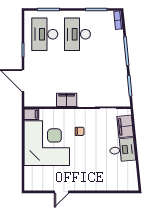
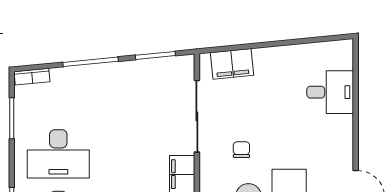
desk: (122, 150) -> (330, 92), moved, turned 96

